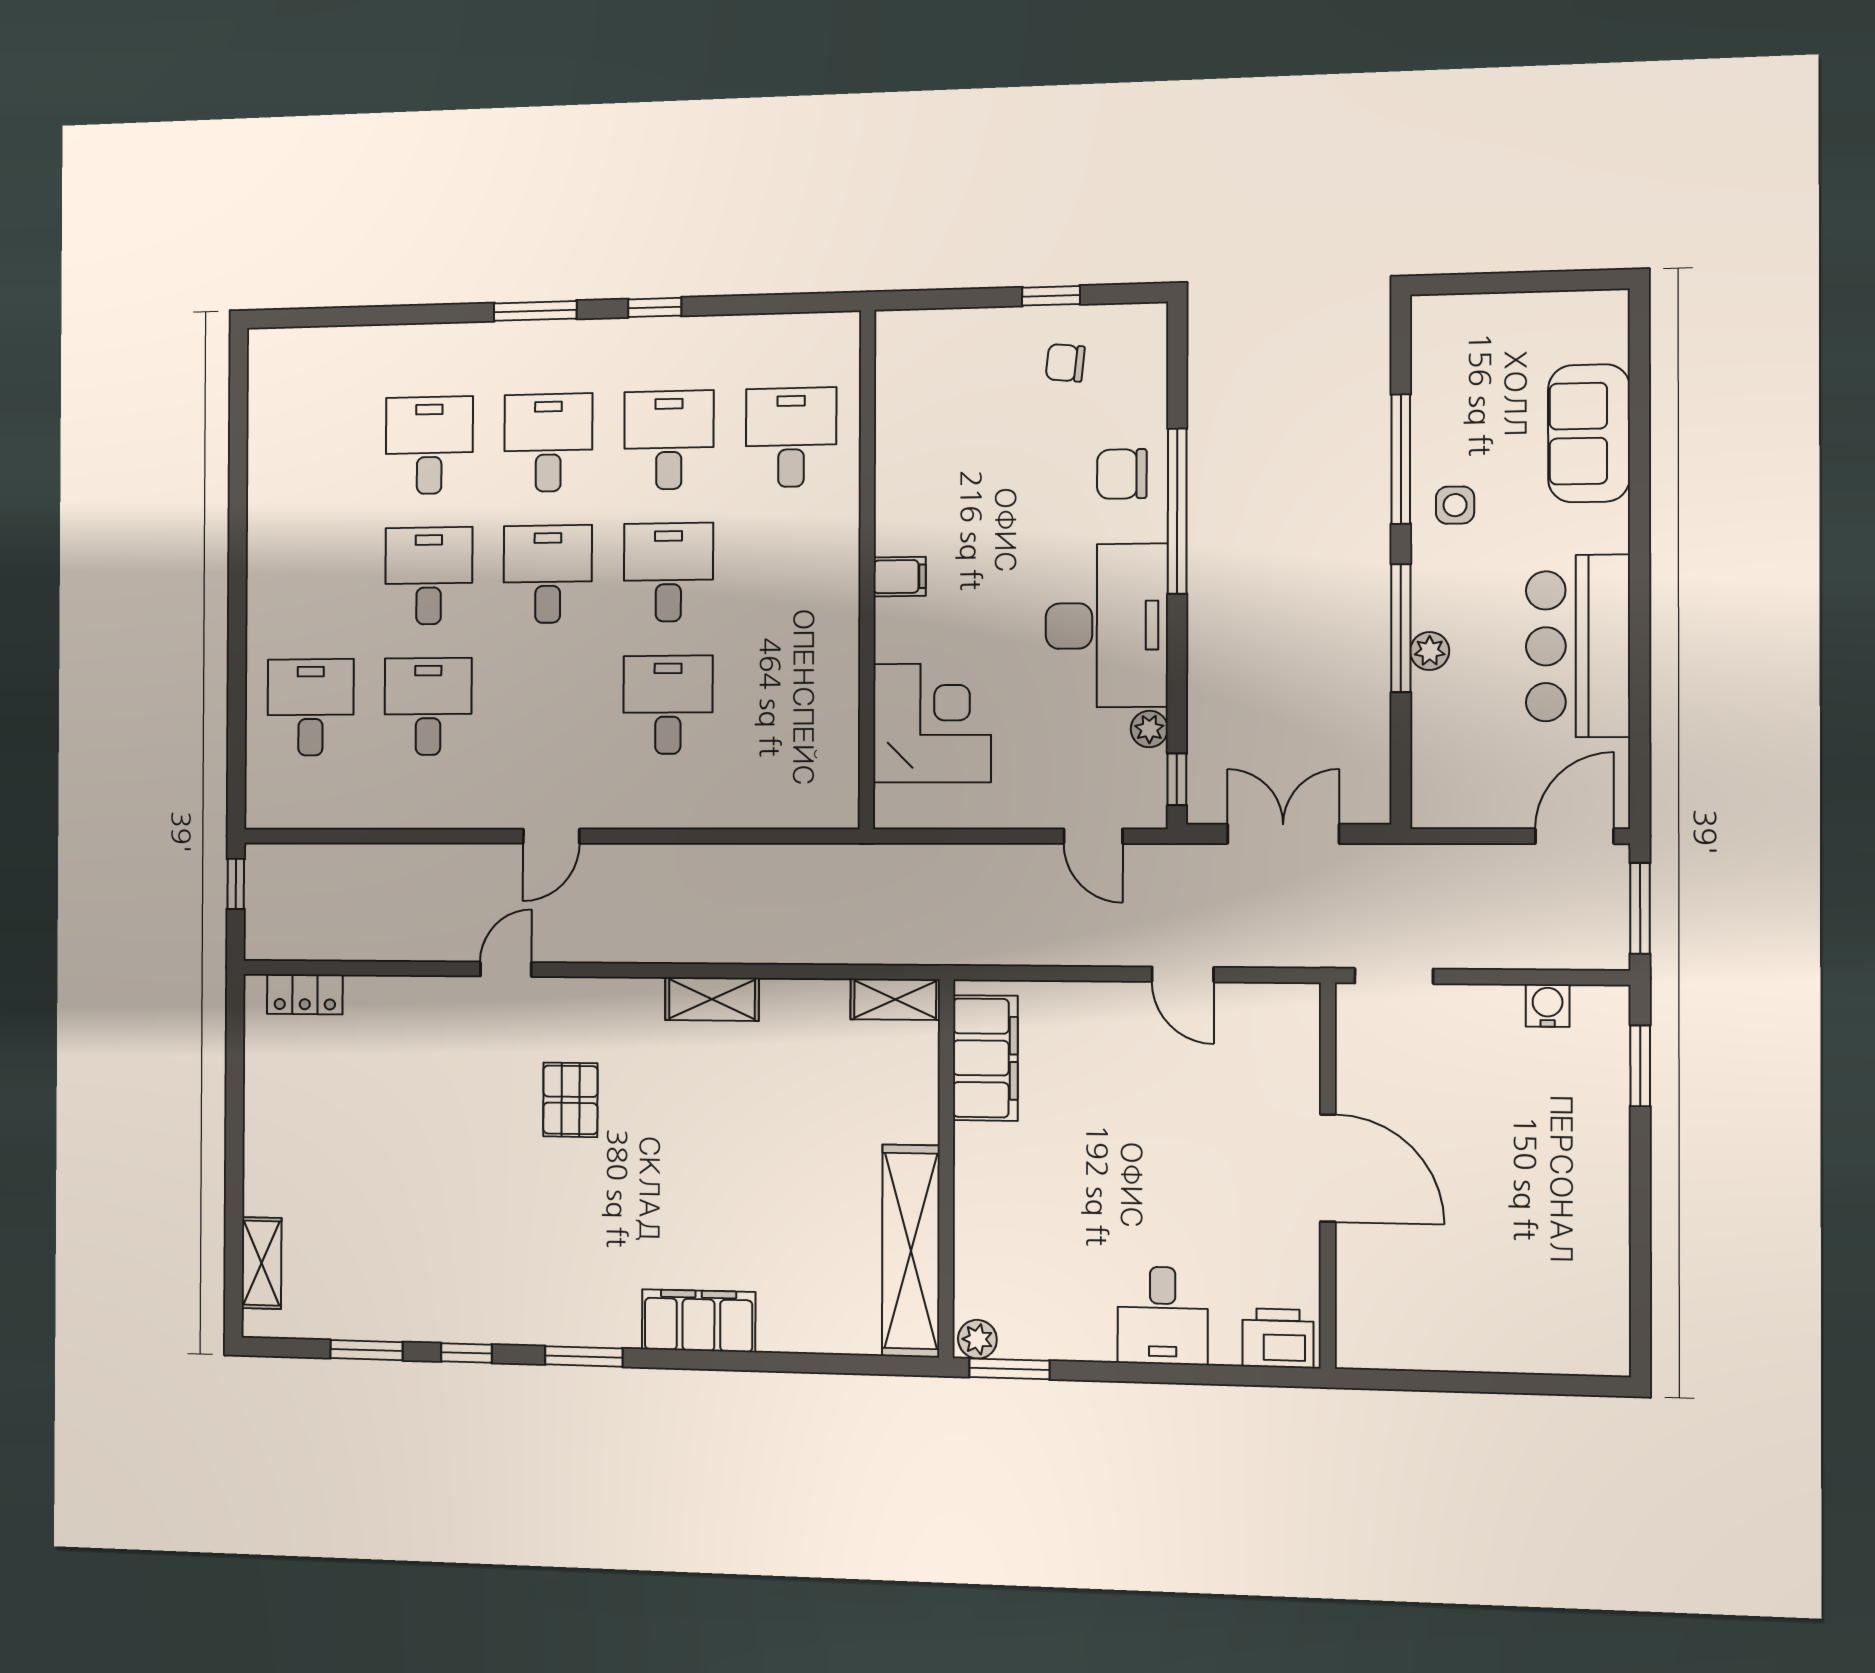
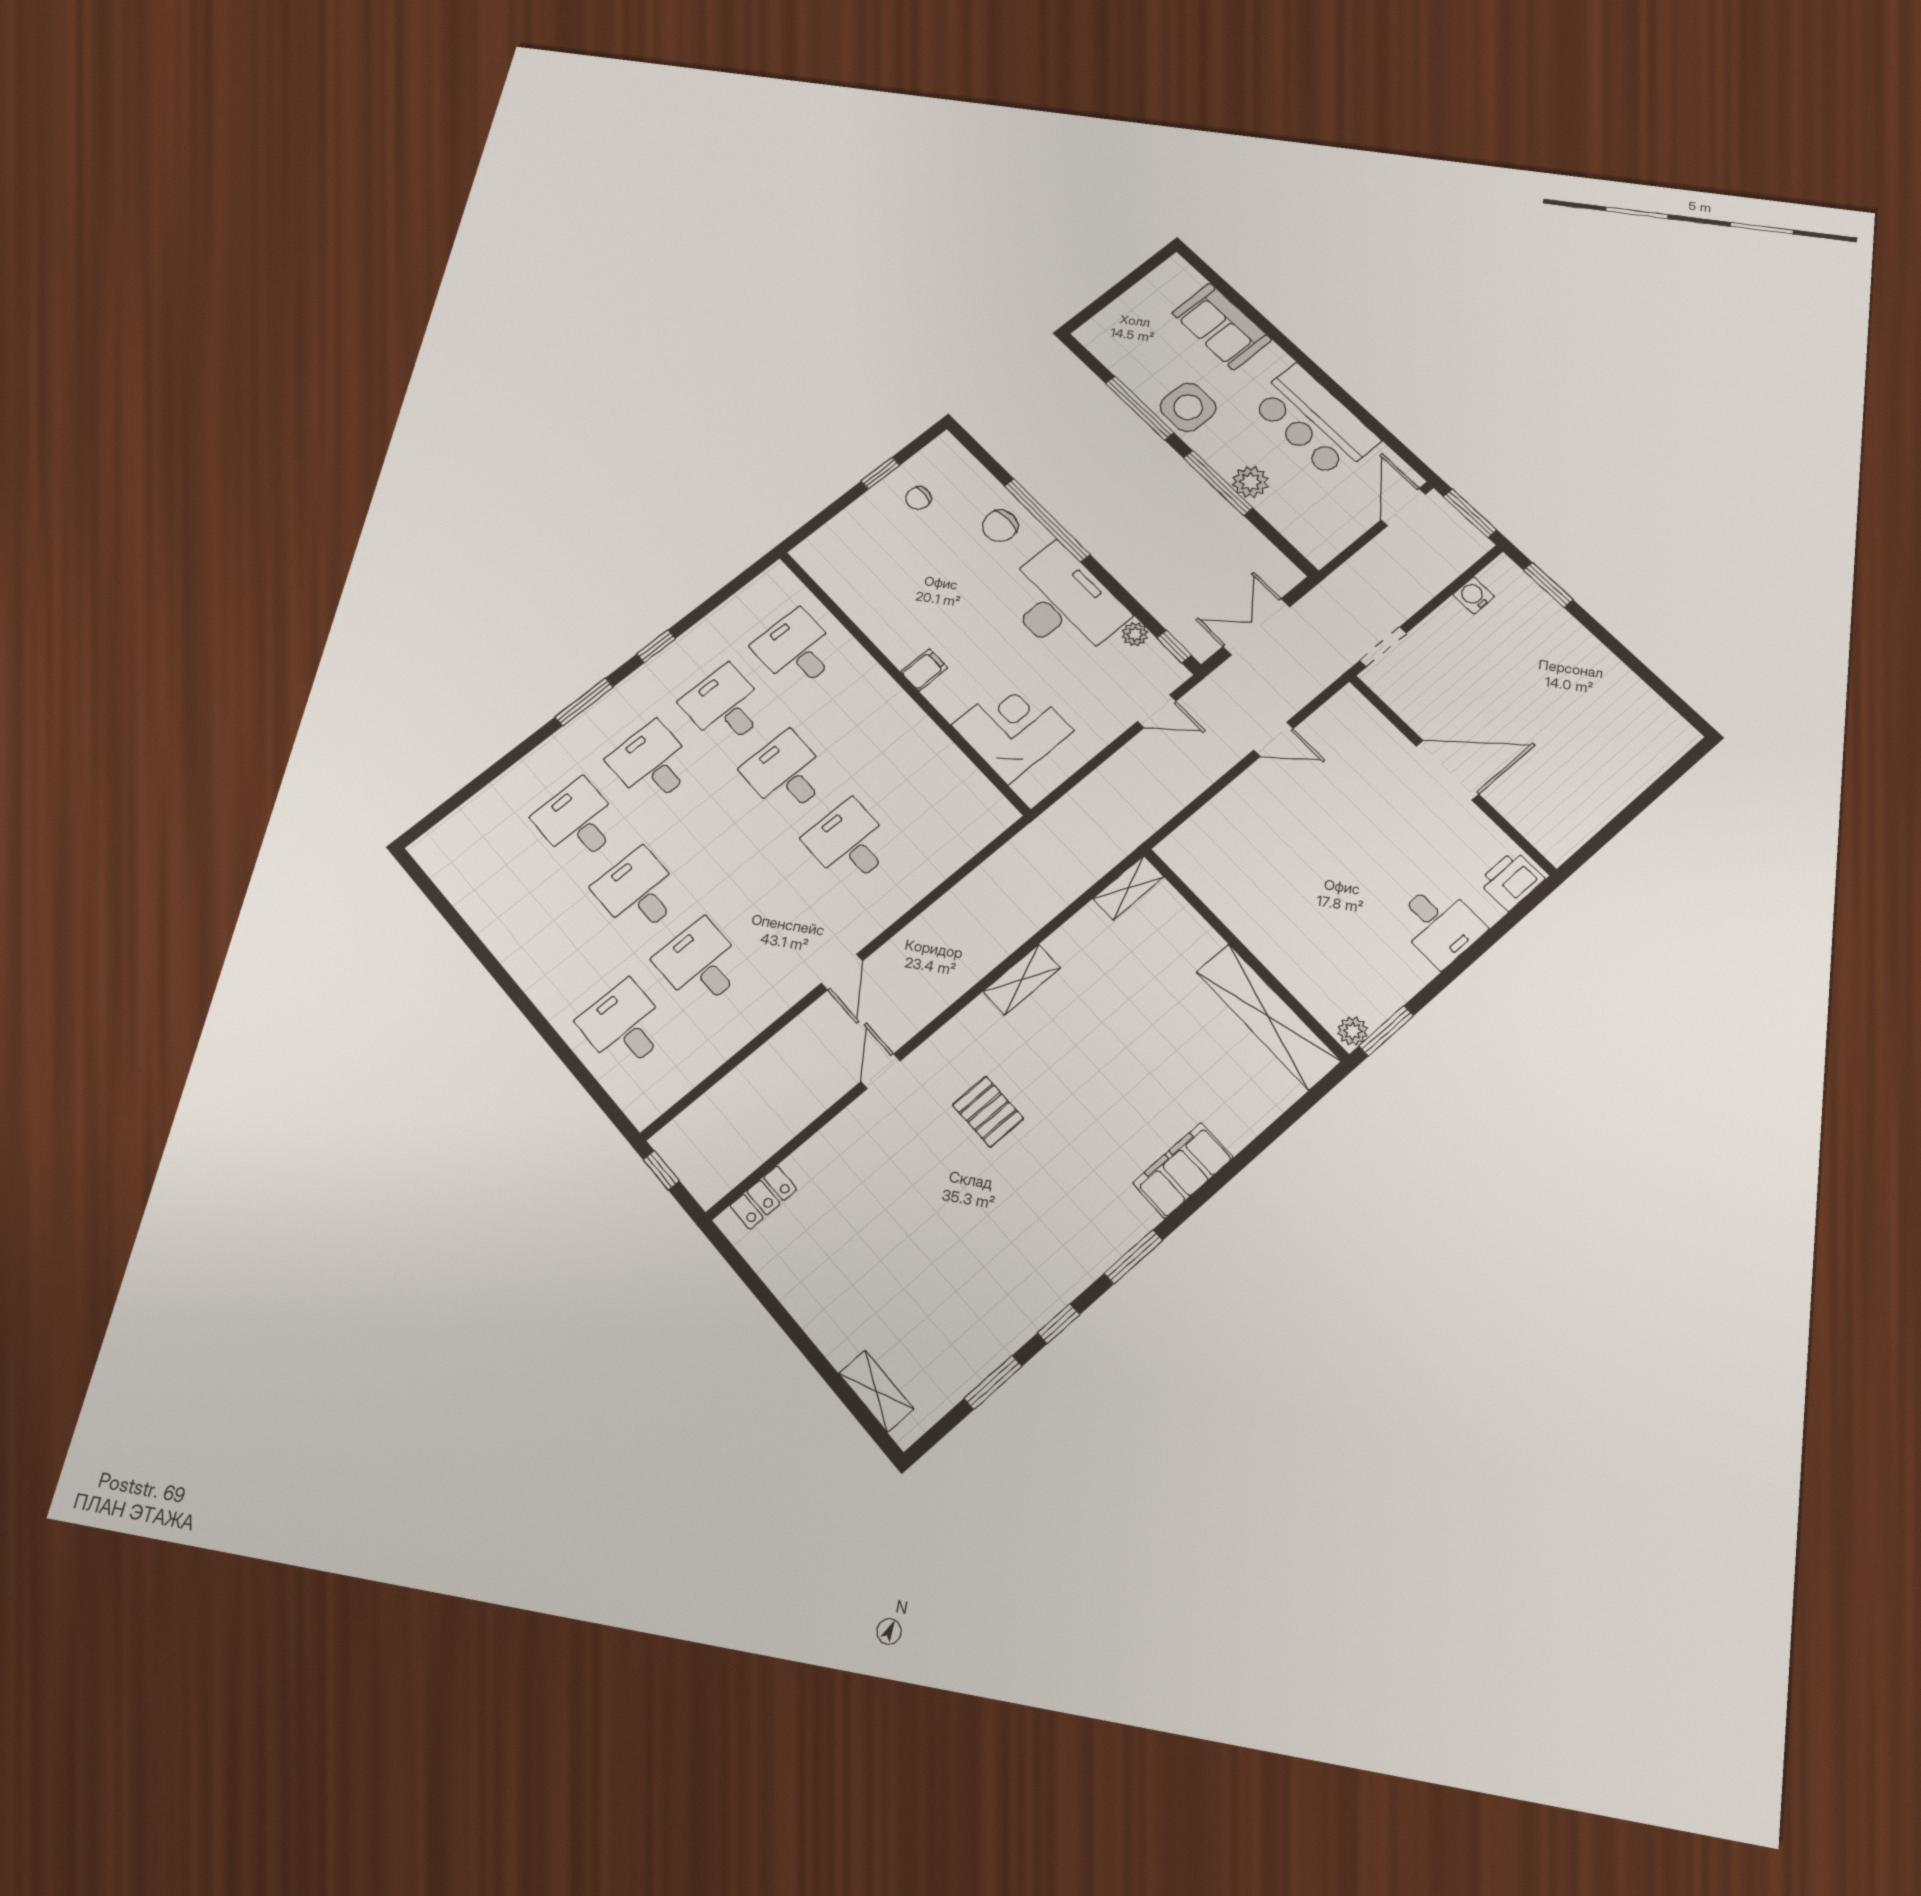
side table: (1455, 505) -> (1188, 407), width x1.87, depth x1.87
desk: (548, 574) -> (713, 832), removed
plant: (1430, 651) -> (1250, 482), width x1.38, depth x1.38
filing cabinet: (985, 1058) -> (1209, 875), removed

